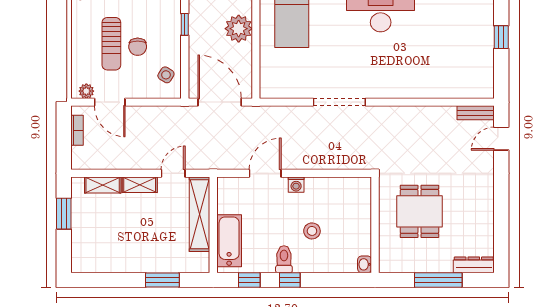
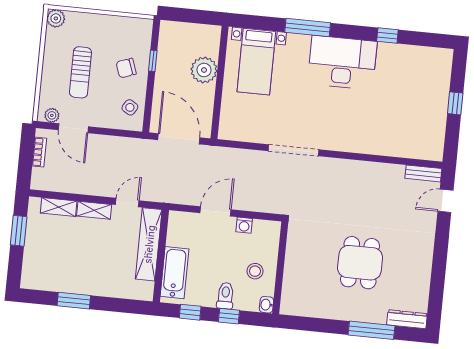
chair: (138, 47) -> (126, 68), moved, turned 70
wall: (375, 225) -> (280, 268), moved
washbasin: (365, 264) -> (266, 305), moved
window: (162, 280) -> (74, 301), moved

